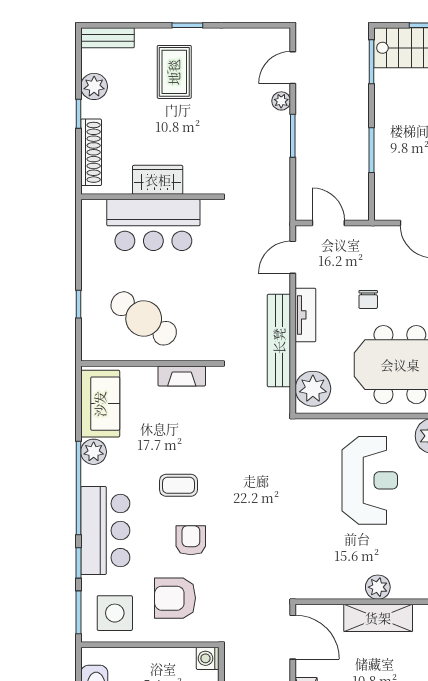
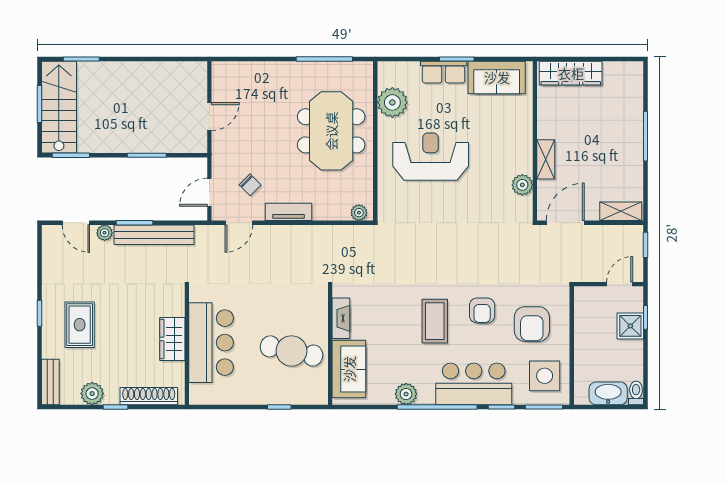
rug: (174, 72) -> (80, 325), turned 90
door: (293, 257) -> (239, 223), hinge flipped
chair: (368, 299) -> (250, 185), moved, turned 45
cafe table: (144, 318) -> (291, 351), turned 67
bench: (279, 341) -> (154, 235), moved
plant: (313, 389) -> (359, 213), width x0.53, depth x0.53
sofa: (100, 404) -> (349, 369), moved, turned 90
coffee table: (178, 485) -> (435, 321), width x1.36, depth x1.30
armchair: (191, 540) -> (482, 310), turned -90
plant: (378, 587) -> (522, 185), moved
shelving: (378, 618) -> (546, 159), width x0.67, depth x0.75
washing machine: (208, 658) -> (583, 296), removed

